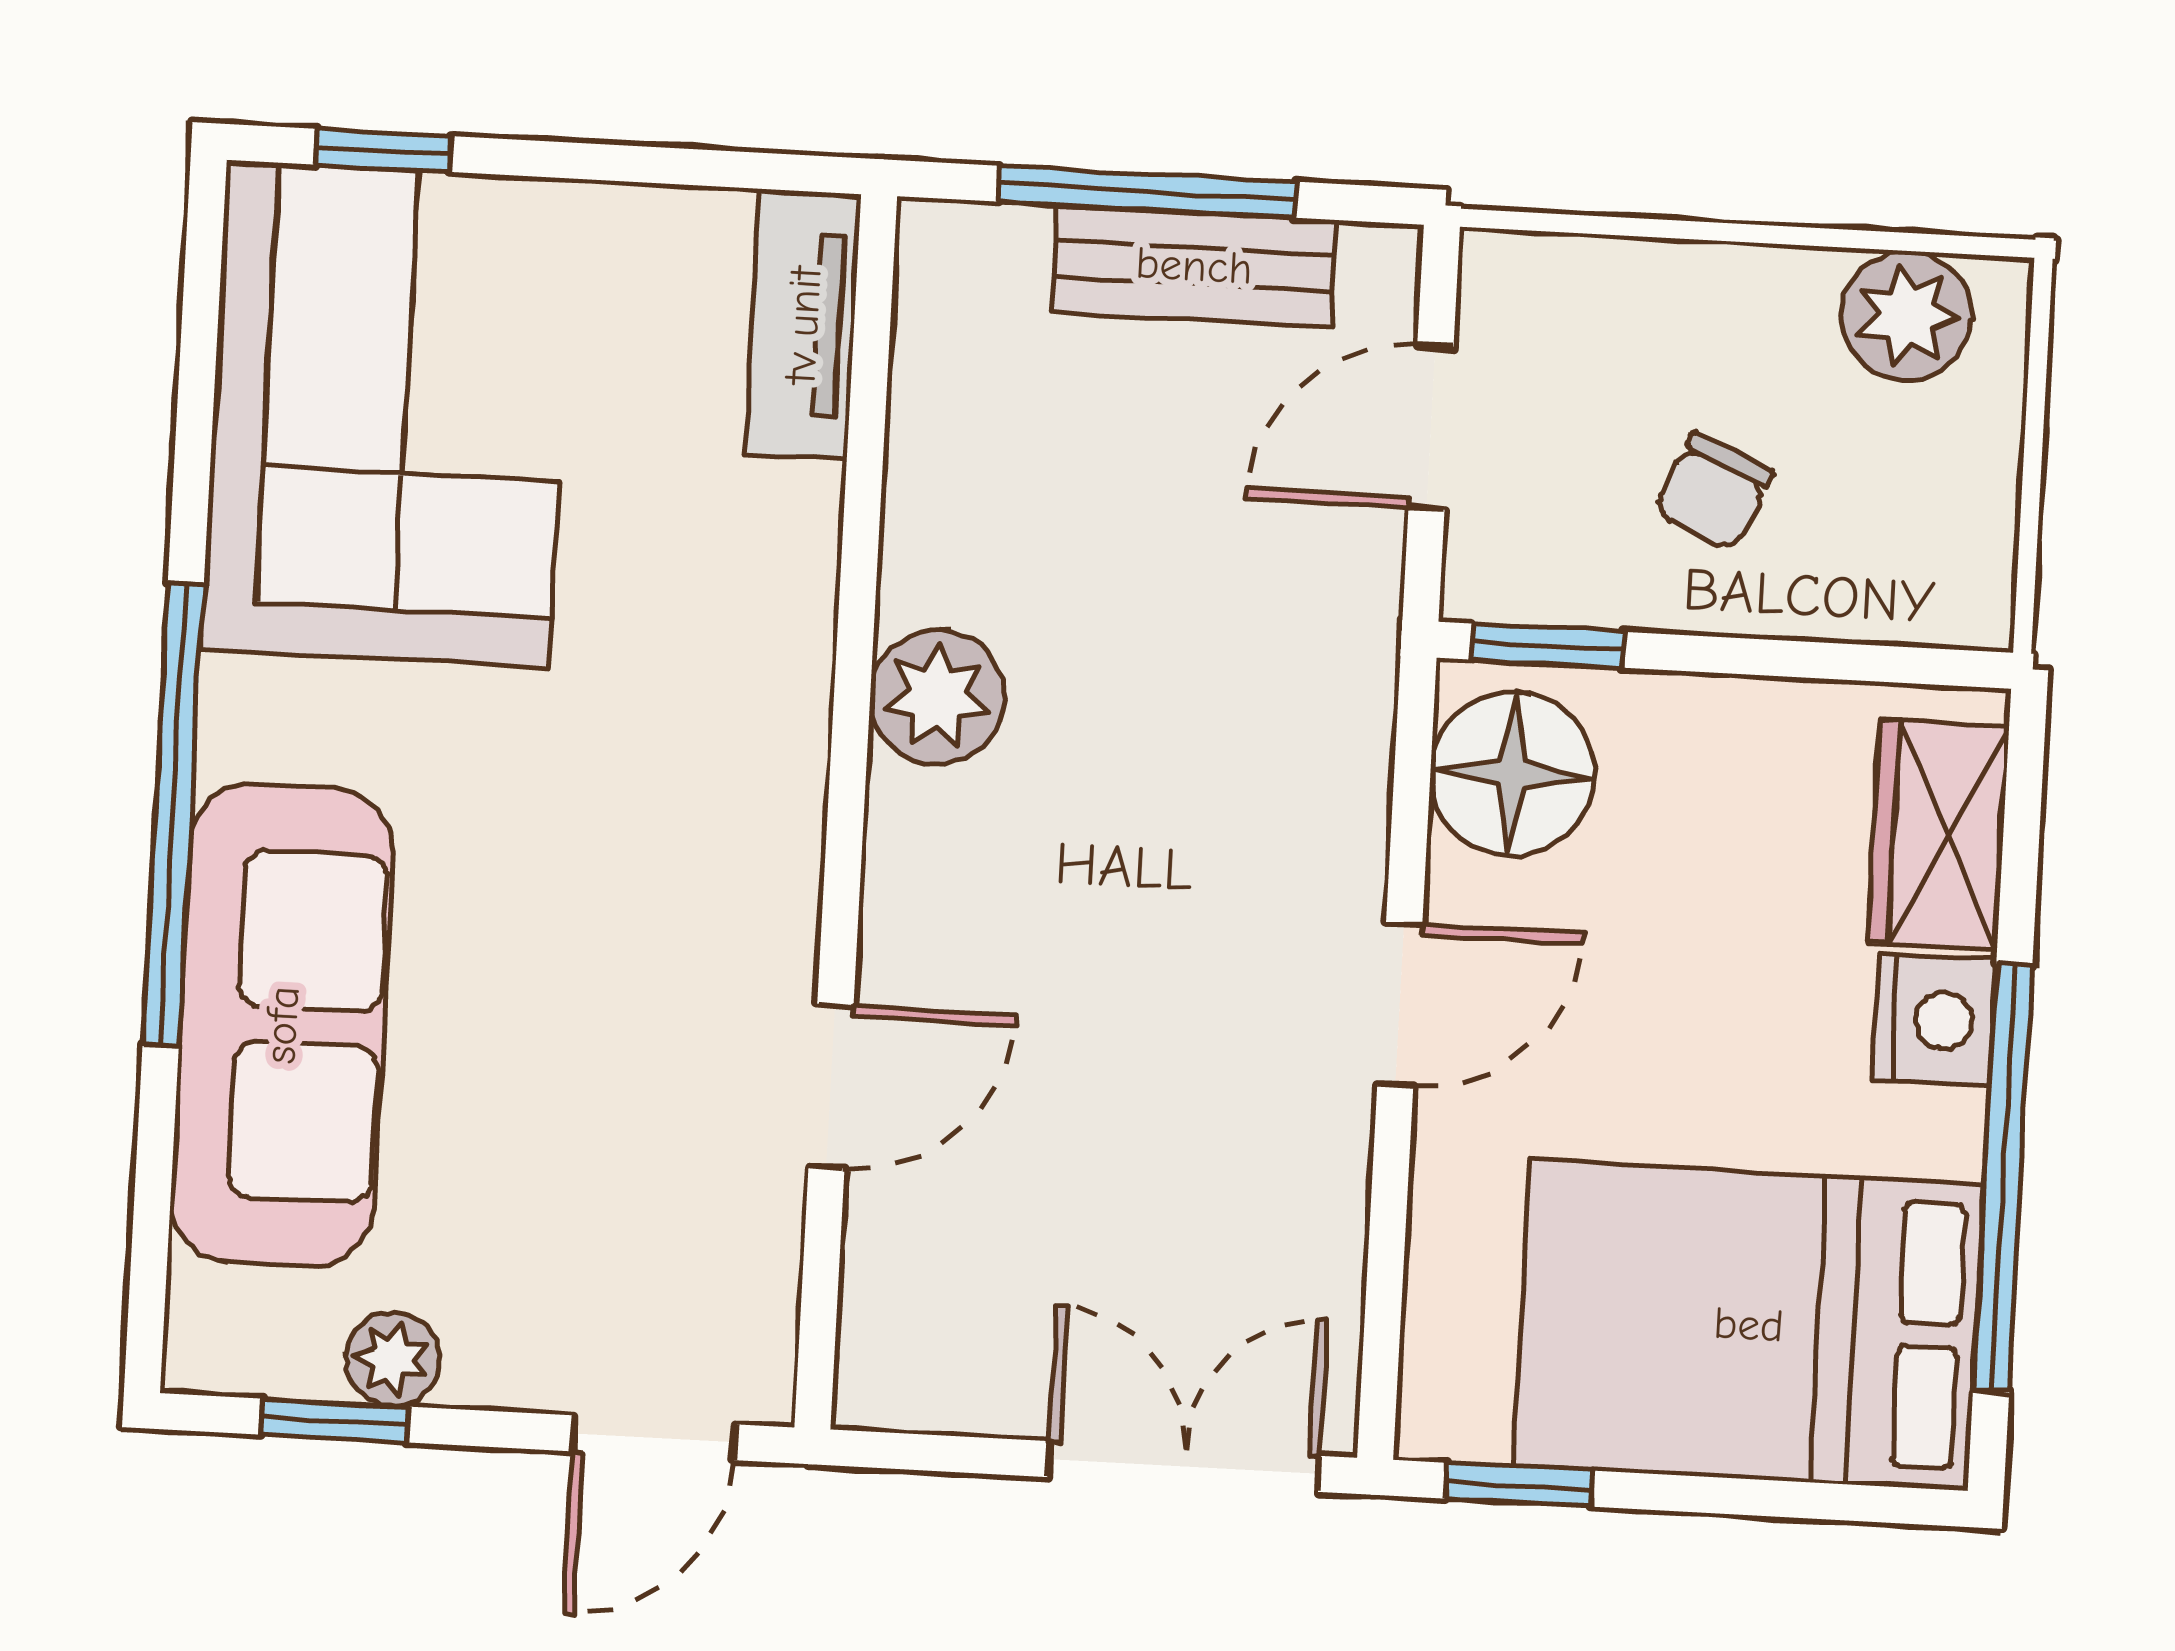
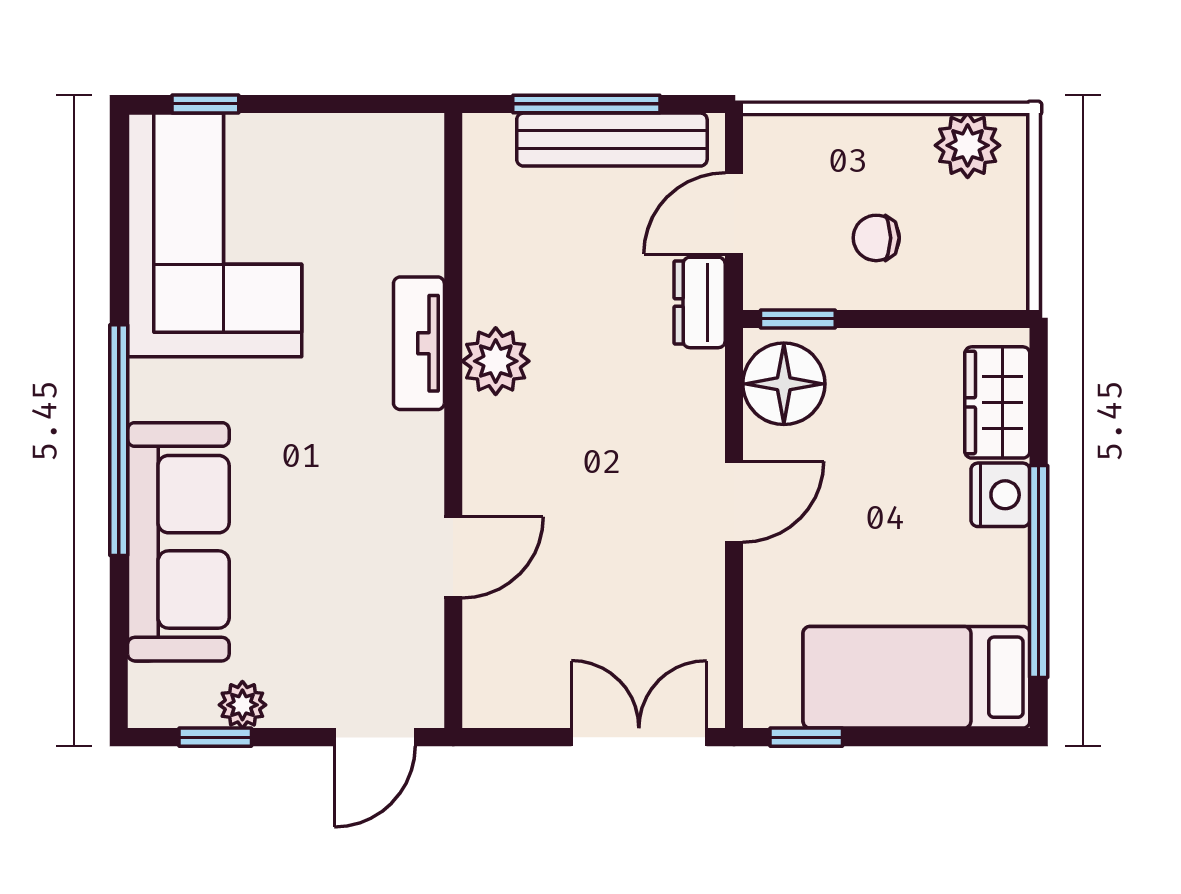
bench: (1194, 266) -> (612, 140), width x1.36
tv unit: (803, 325) -> (419, 343), moved
chair: (1713, 492) -> (876, 238), turned 66
dresser: (1352, 602) -> (700, 302), added
bed: (1749, 1325) -> (916, 677), width x0.67

